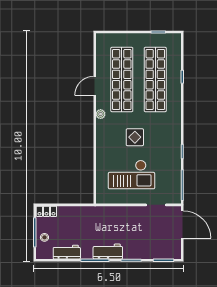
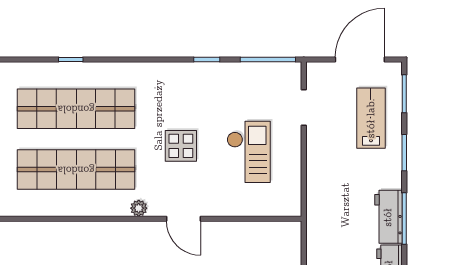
door: (95, 86) -> (183, 219), moved
checkout: (132, 175) -> (249, 152), width x0.73, depth x0.83
door: (182, 224) -> (360, 60), moved
lab bench: (150, 242) -> (371, 118), added
workbench: (108, 252) -> (388, 217), moved

